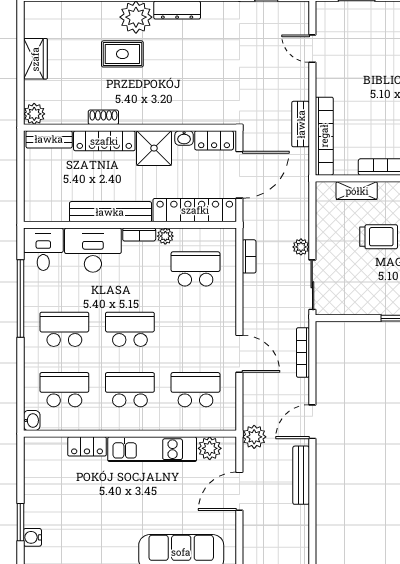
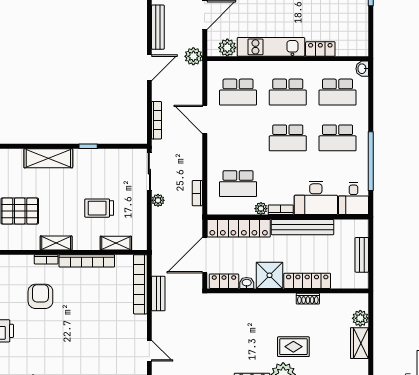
plant: (34, 114) -> (360, 318), moved
bench: (49, 139) -> (362, 255), moved, turned 90

